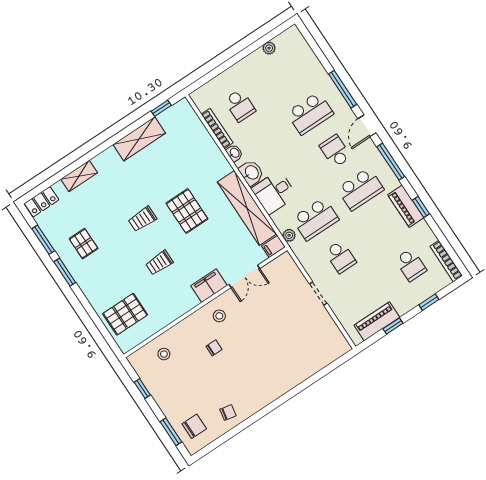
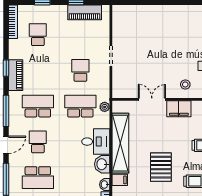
school desk: (310, 113) -> (38, 178), turned 180
school desk: (335, 151) -> (38, 142), turned 180
filing cabinet: (273, 246) -> (120, 180), moved

